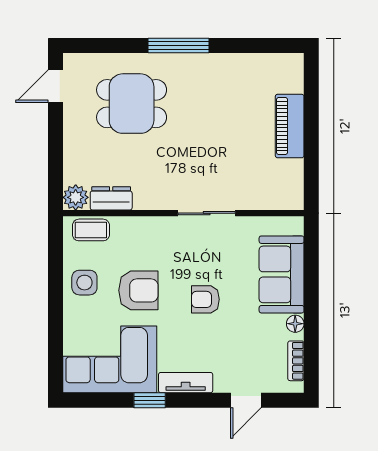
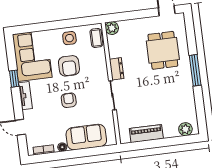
plant: (291, 79) -> (185, 129), added
piano: (290, 126) -> (146, 134), moved
dresser: (111, 198) -> (117, 69), moved

